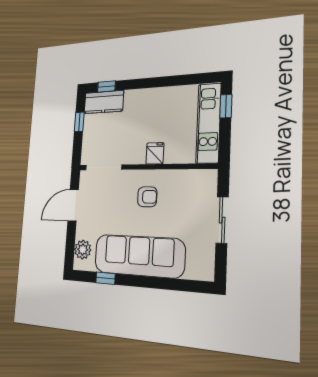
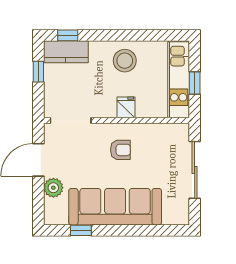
window: (226, 106) -> (195, 83), moved
stool: (156, 107) -> (125, 61), added
sliding door: (222, 220) -> (195, 170), width x1.37
plant: (83, 250) -> (53, 188), moved

